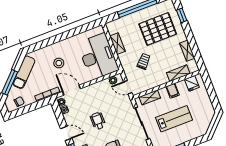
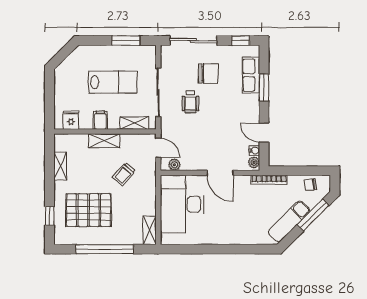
shelving: (117, 44) -> (150, 230), moved
stool: (59, 63) -> (238, 216), removed
shelving: (178, 73) -> (104, 141), moved
door: (71, 90) -> (220, 173), moved
lab bench: (174, 119) -> (113, 82), turned 180
wheelchair: (98, 121) -> (190, 102), moved
door: (66, 133) -> (264, 133), moved

